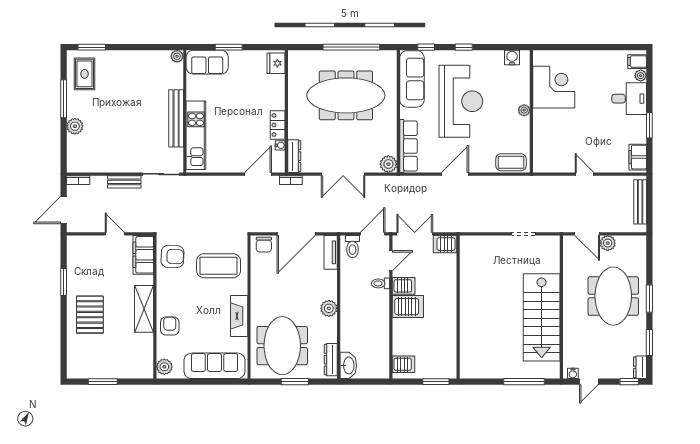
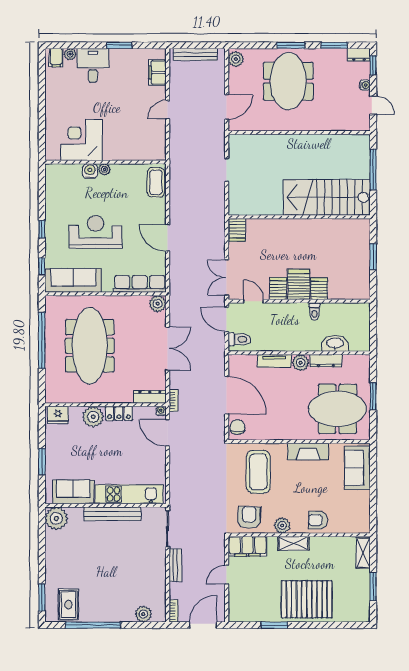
plant: (177, 56) -> (56, 518), width x1.88, depth x1.88
water cooler: (512, 57) -> (90, 171), moved, turned 90
sofa: (207, 62) -> (73, 492), moved, turned -90
rug: (85, 74) -> (68, 605), turned 90
window: (64, 99) -> (93, 625), width x1.46
plant: (274, 99) -> (93, 417), added
reception desk: (461, 101) -> (95, 232), width x0.74, depth x0.77
plant: (75, 126) -> (143, 614), moved
water cooler: (280, 145) -> (161, 411), moved
filing cabinet: (638, 157) -> (157, 72), moved, turned 90
door: (64, 210) -> (203, 625), swing flipped
plant: (608, 243) -> (236, 59), moved
server rack: (445, 244) -> (237, 230), moved
chair: (264, 245) -> (237, 427), turned -90
tv unit: (331, 252) -> (274, 361), moved
toilet: (381, 283) -> (315, 312), moved
meeting table: (613, 296) -> (288, 81), turned 90
wall: (458, 307) -> (299, 217), moved
shelving: (144, 309) -> (293, 543), width x0.67, depth x0.75
pallet: (90, 315) -> (307, 599), width x1.37, depth x1.41
stairs: (542, 317) -> (327, 197), moved, turned 180
dresser: (331, 360) -> (326, 361), moved
server rack: (404, 364) -> (319, 289), moved
washbasin: (348, 365) -> (335, 343), moved
sofa: (215, 366) -> (357, 468), width x0.73
plant: (164, 367) -> (282, 526), moved
shelving: (137, 372) -> (363, 553), added
water cooler: (573, 373) -> (365, 85), moved

